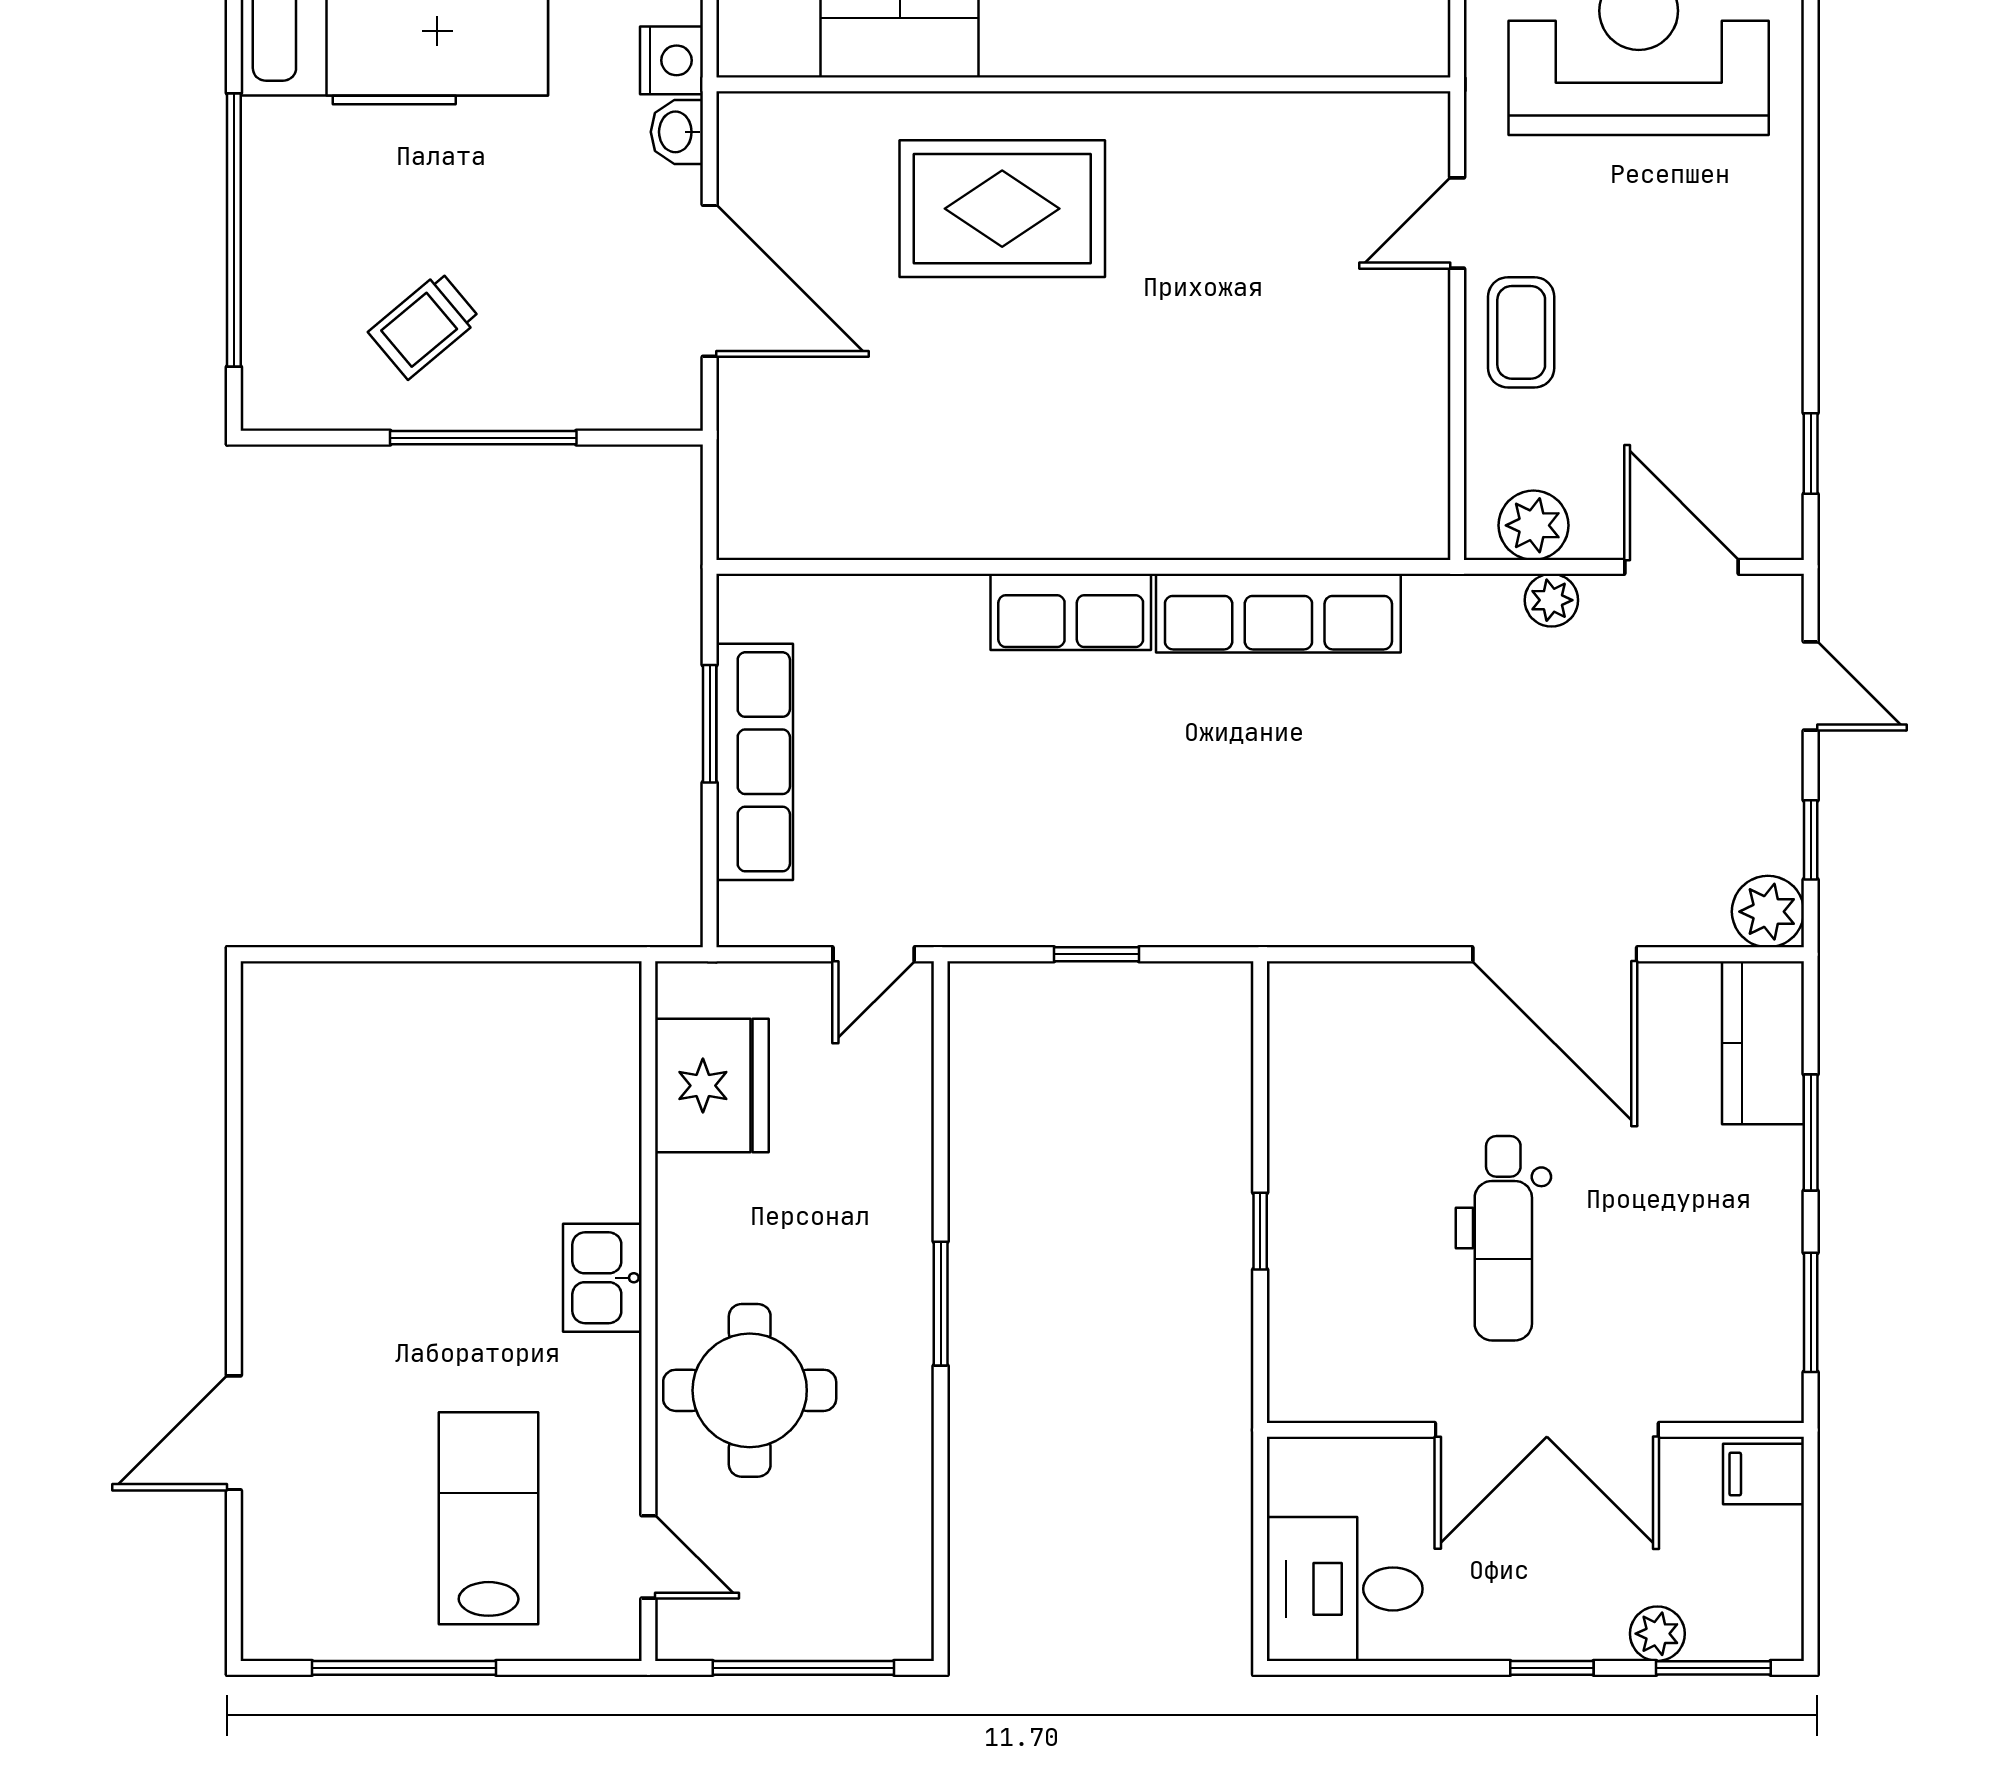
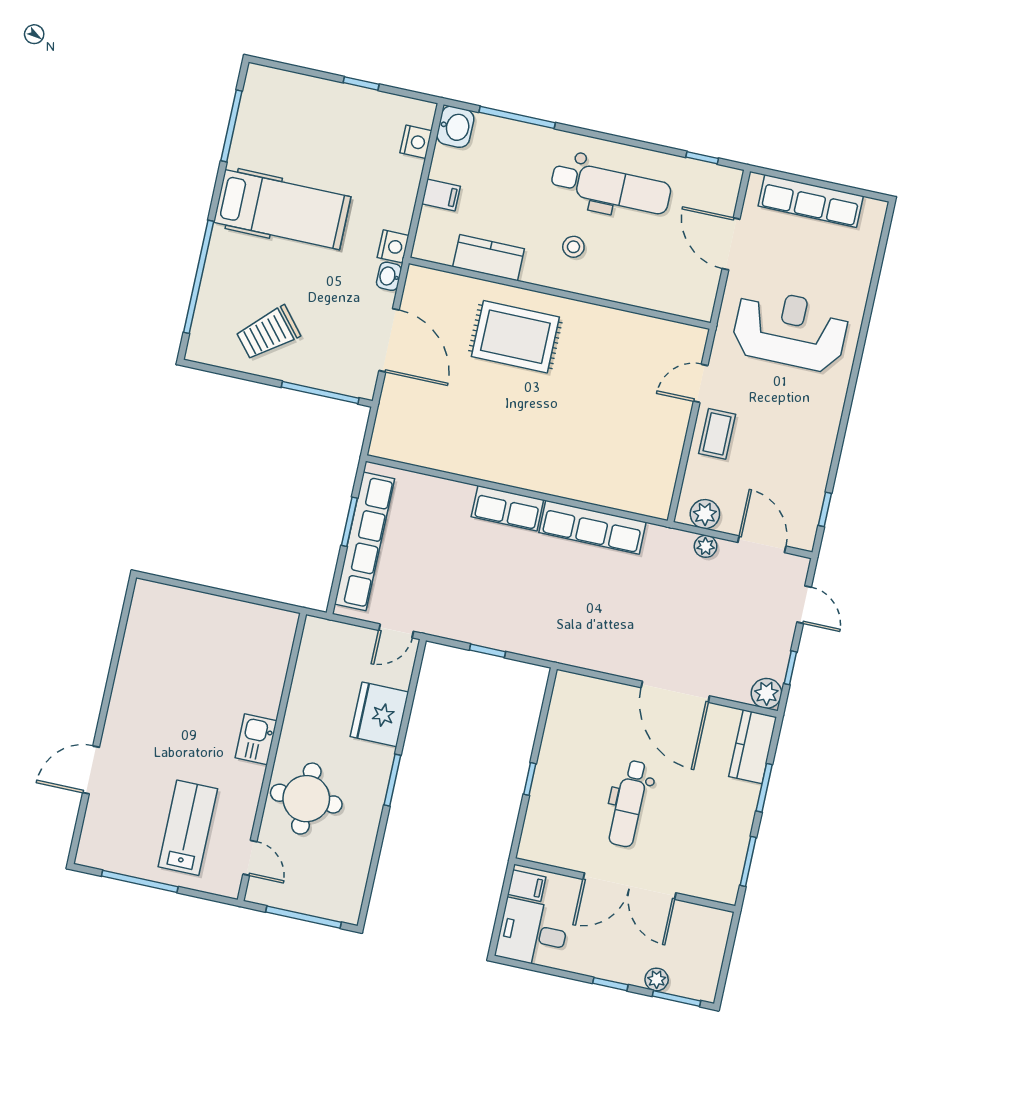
trolley: (424, 325) -> (268, 333), width x1.36, depth x1.39
window: (483, 438) -> (320, 393), moved
row of seats: (755, 762) -> (365, 541), width x1.36
fridge: (712, 1086) -> (379, 714), moved, turned 180
filing cabinet: (1763, 1474) -> (527, 886), moved, turned 180

